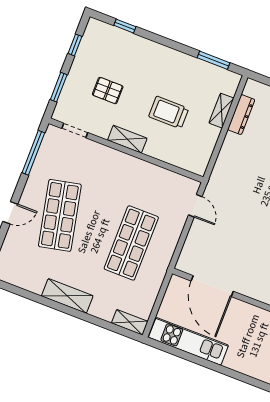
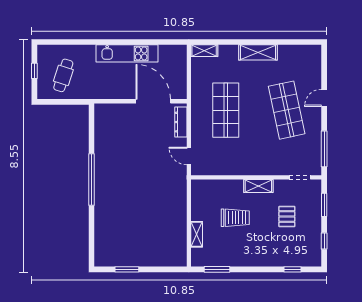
pallet: (108, 91) -> (287, 216), turned 90
dresser: (241, 115) -> (181, 122), moved
kitchen unit: (188, 341) -> (127, 53), moved

